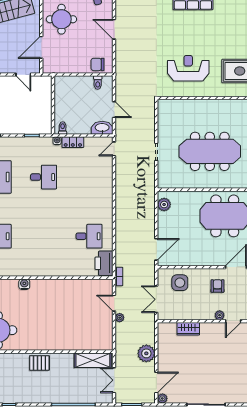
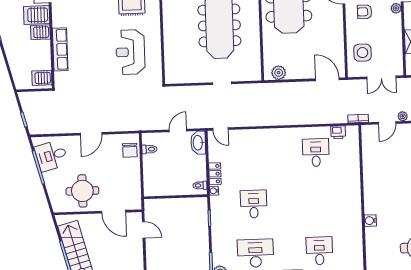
door: (23, 75) -> (144, 230), hinge flipped
printer: (104, 263) -> (338, 132), width x0.53, depth x0.68

